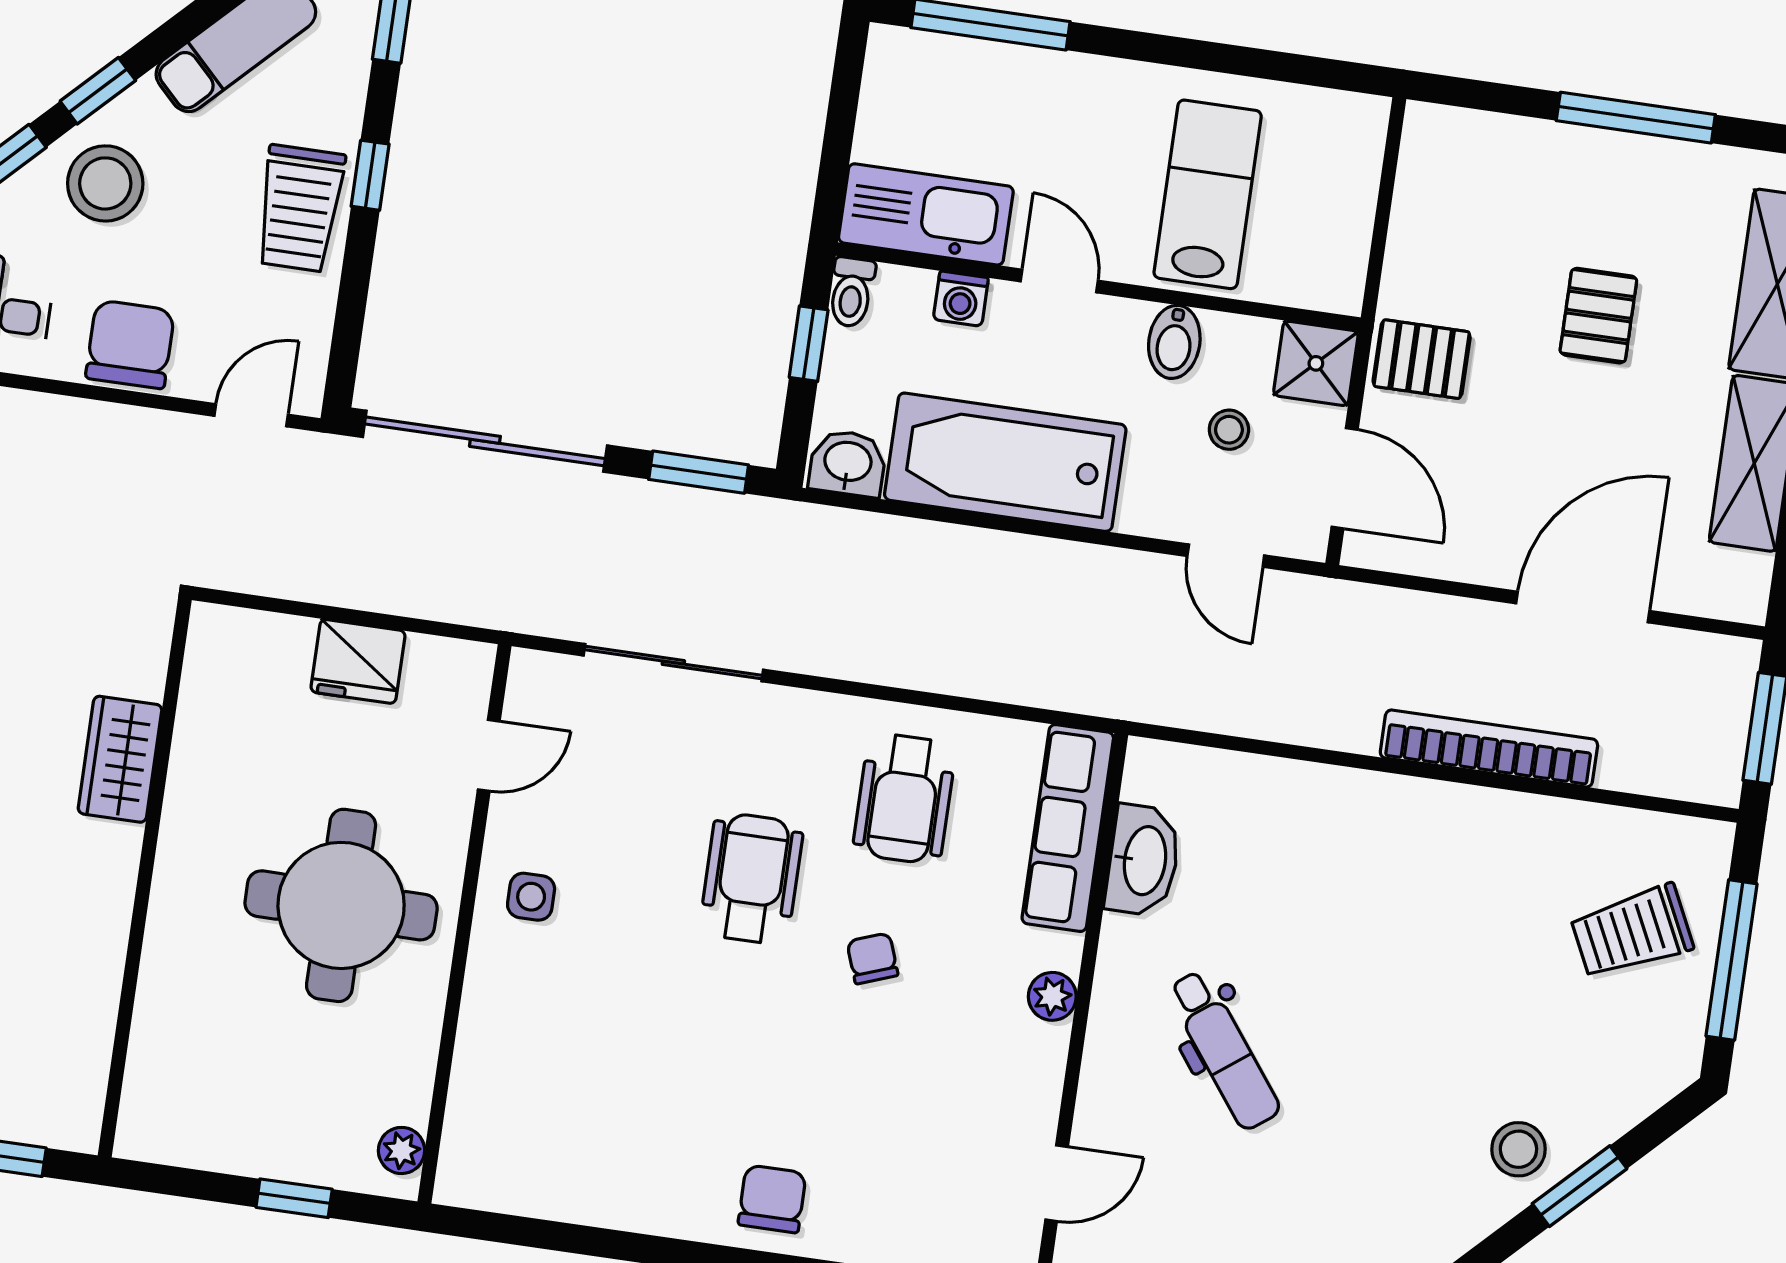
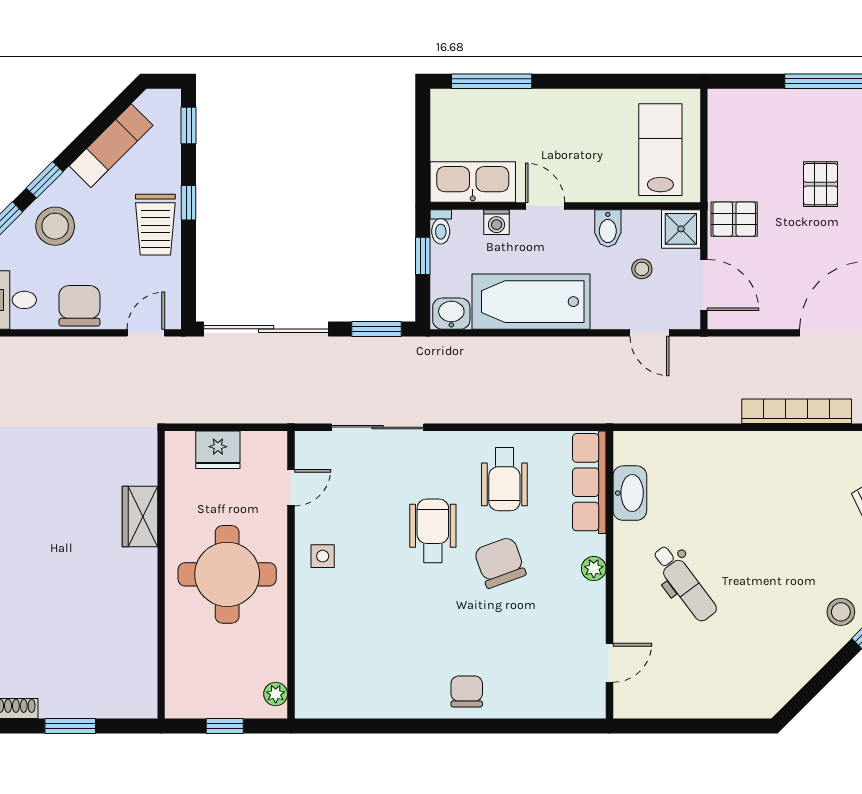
lab bench: (1208, 194) -> (660, 150), moved
wardrobe: (120, 759) -> (140, 516), moved
wall: (145, 878) -> (161, 575), moved
chair: (872, 958) -> (500, 562), width x1.87, depth x1.87

